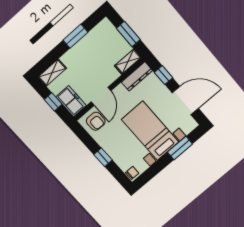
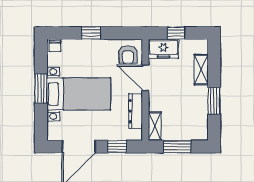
shelving: (52, 73) -> (201, 70), moved
dresser: (137, 76) -> (136, 111), moved
armchair: (96, 121) -> (128, 55), turned -90
window: (180, 148) -> (41, 88), moved

